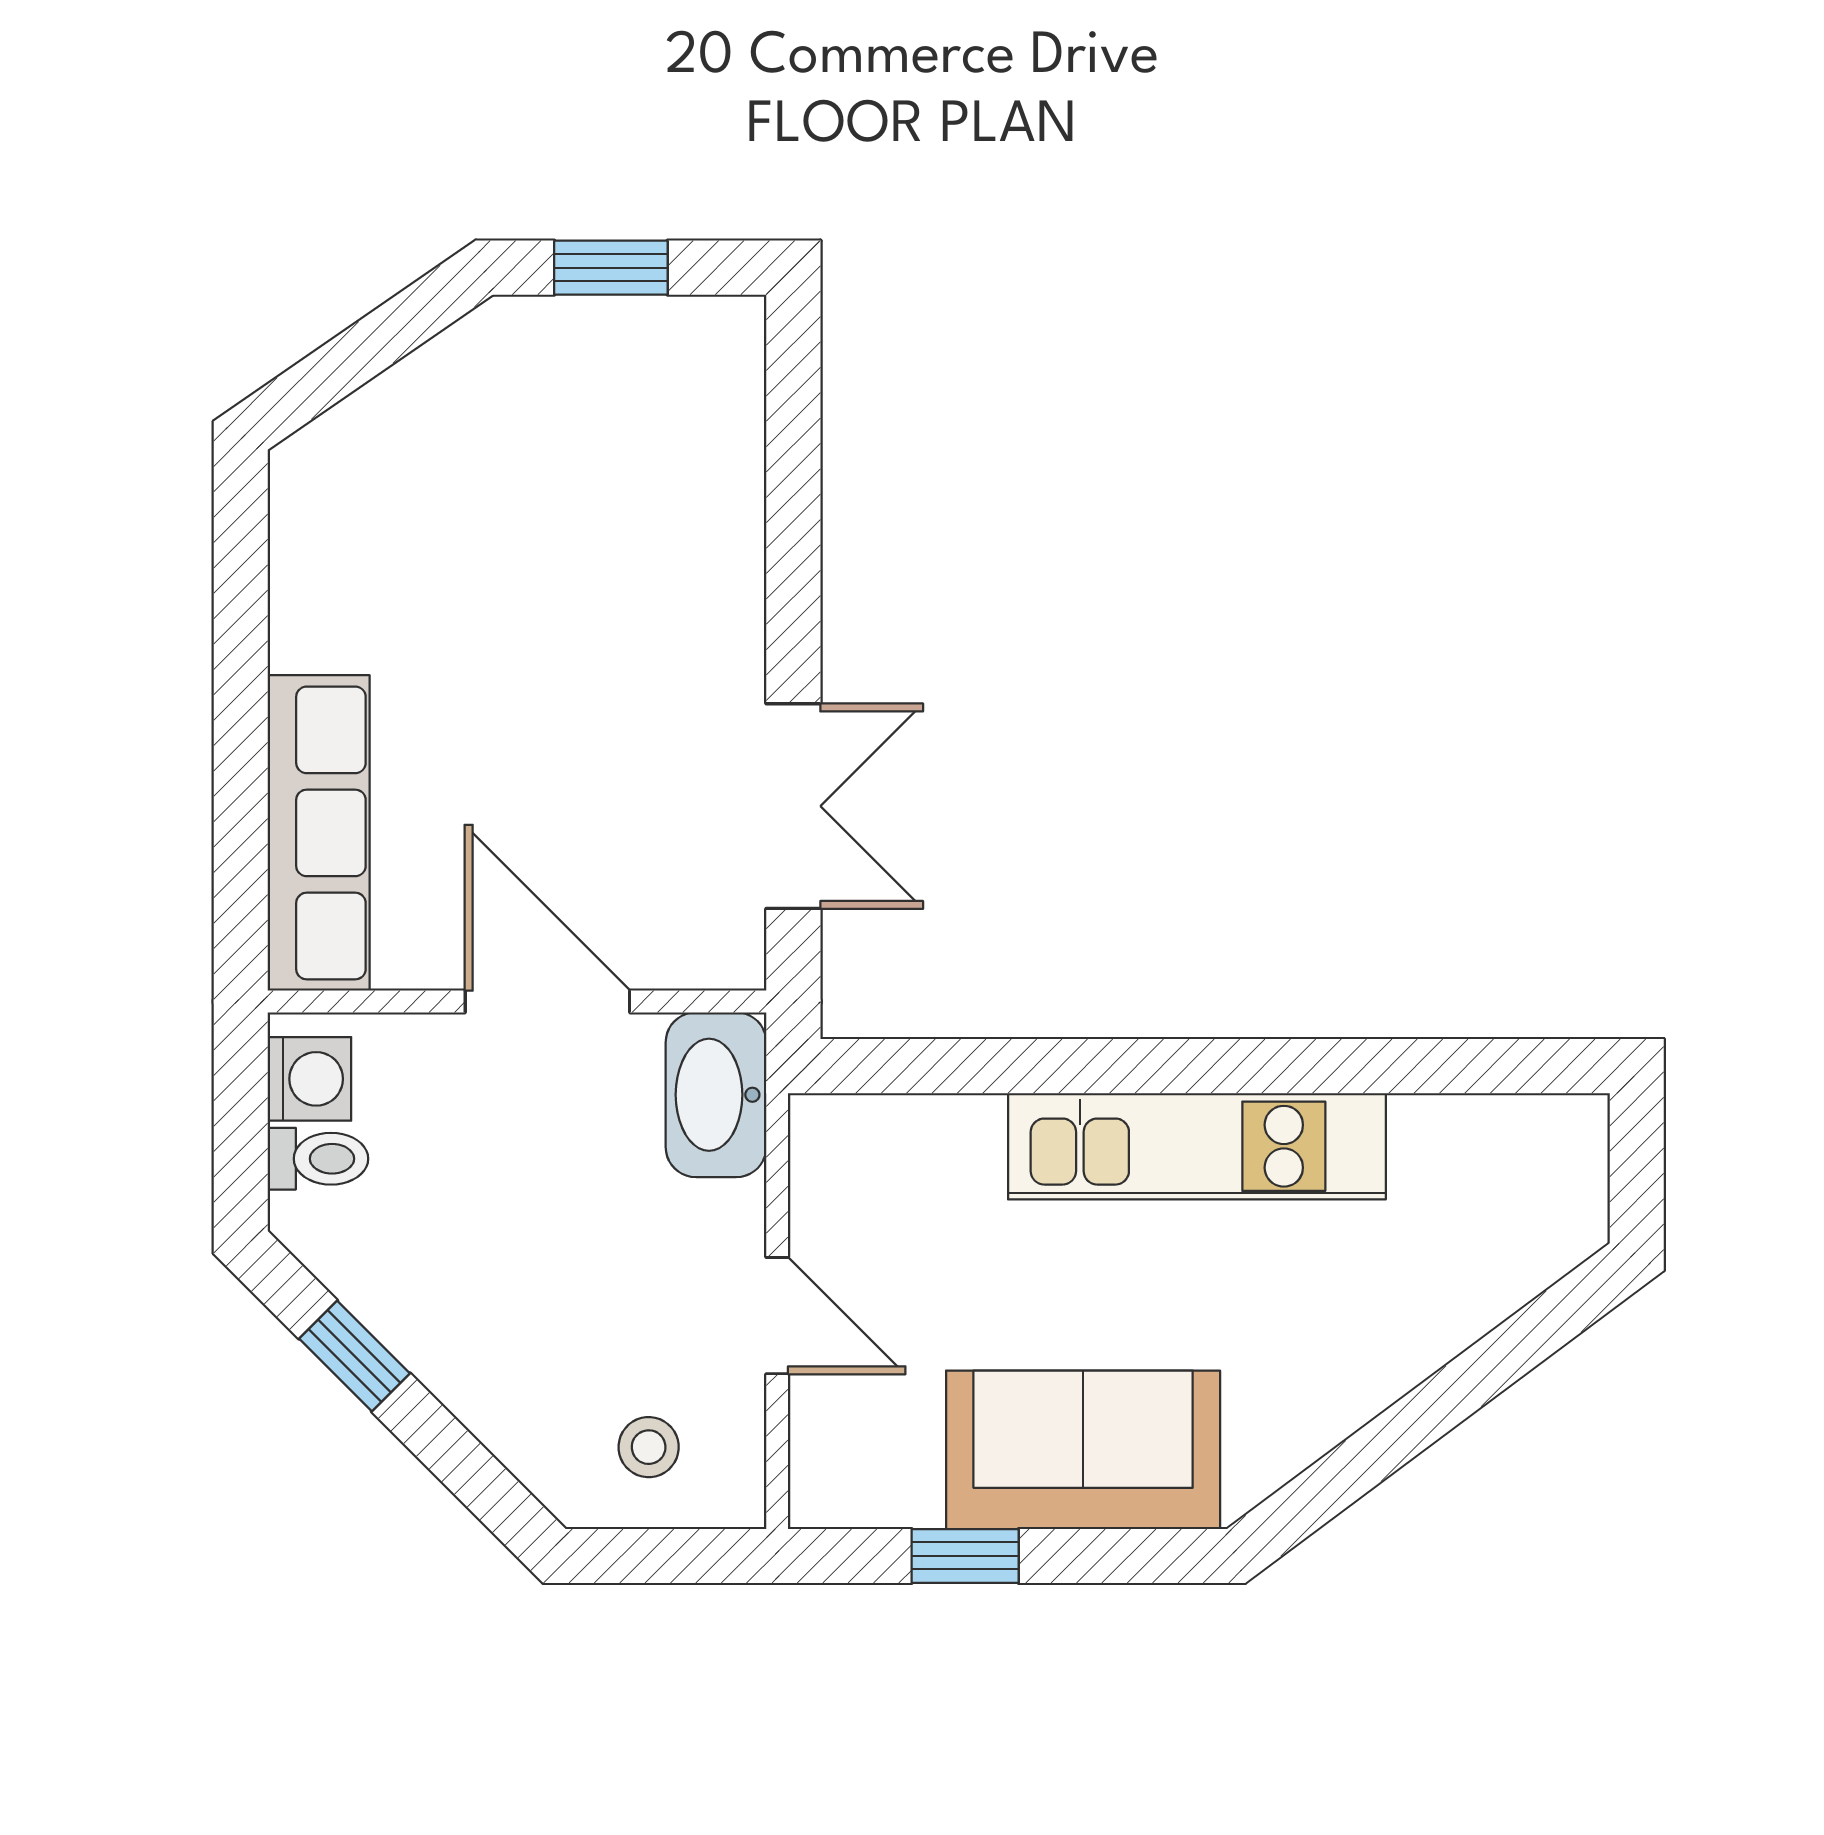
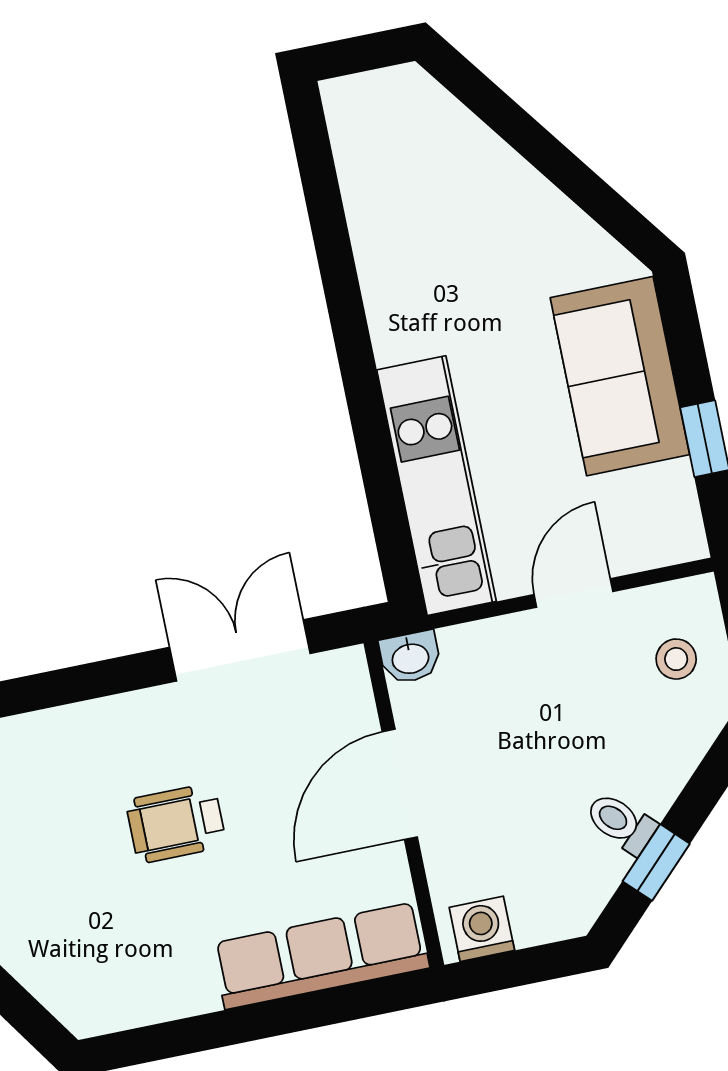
wheelchair: (558, 660) -> (176, 823), added
washbasin: (716, 1095) -> (410, 657), width x0.52, depth x0.69
kitchen unit: (1197, 1146) -> (437, 486), moved
toilet: (318, 1159) -> (621, 823), moved, turned -45

